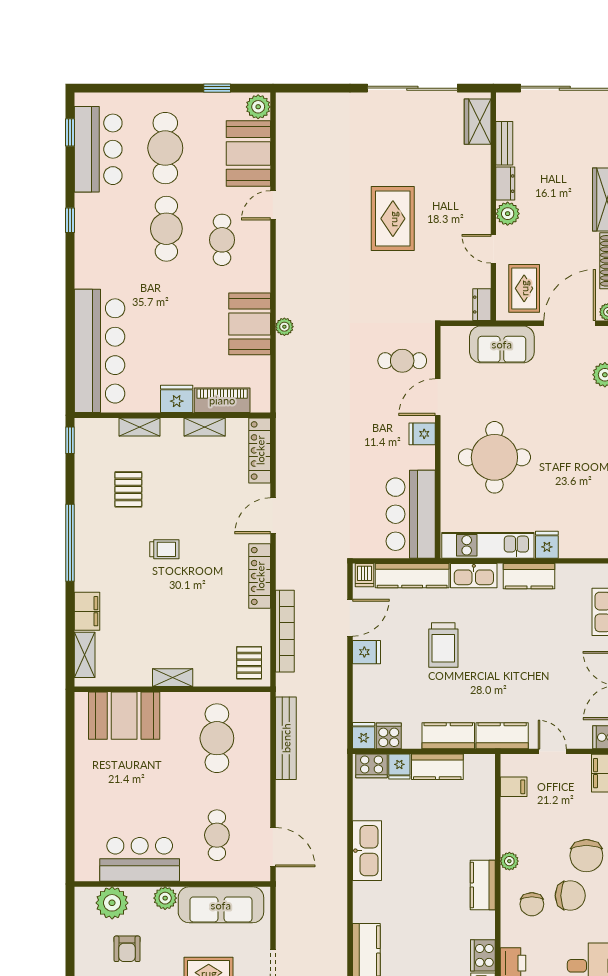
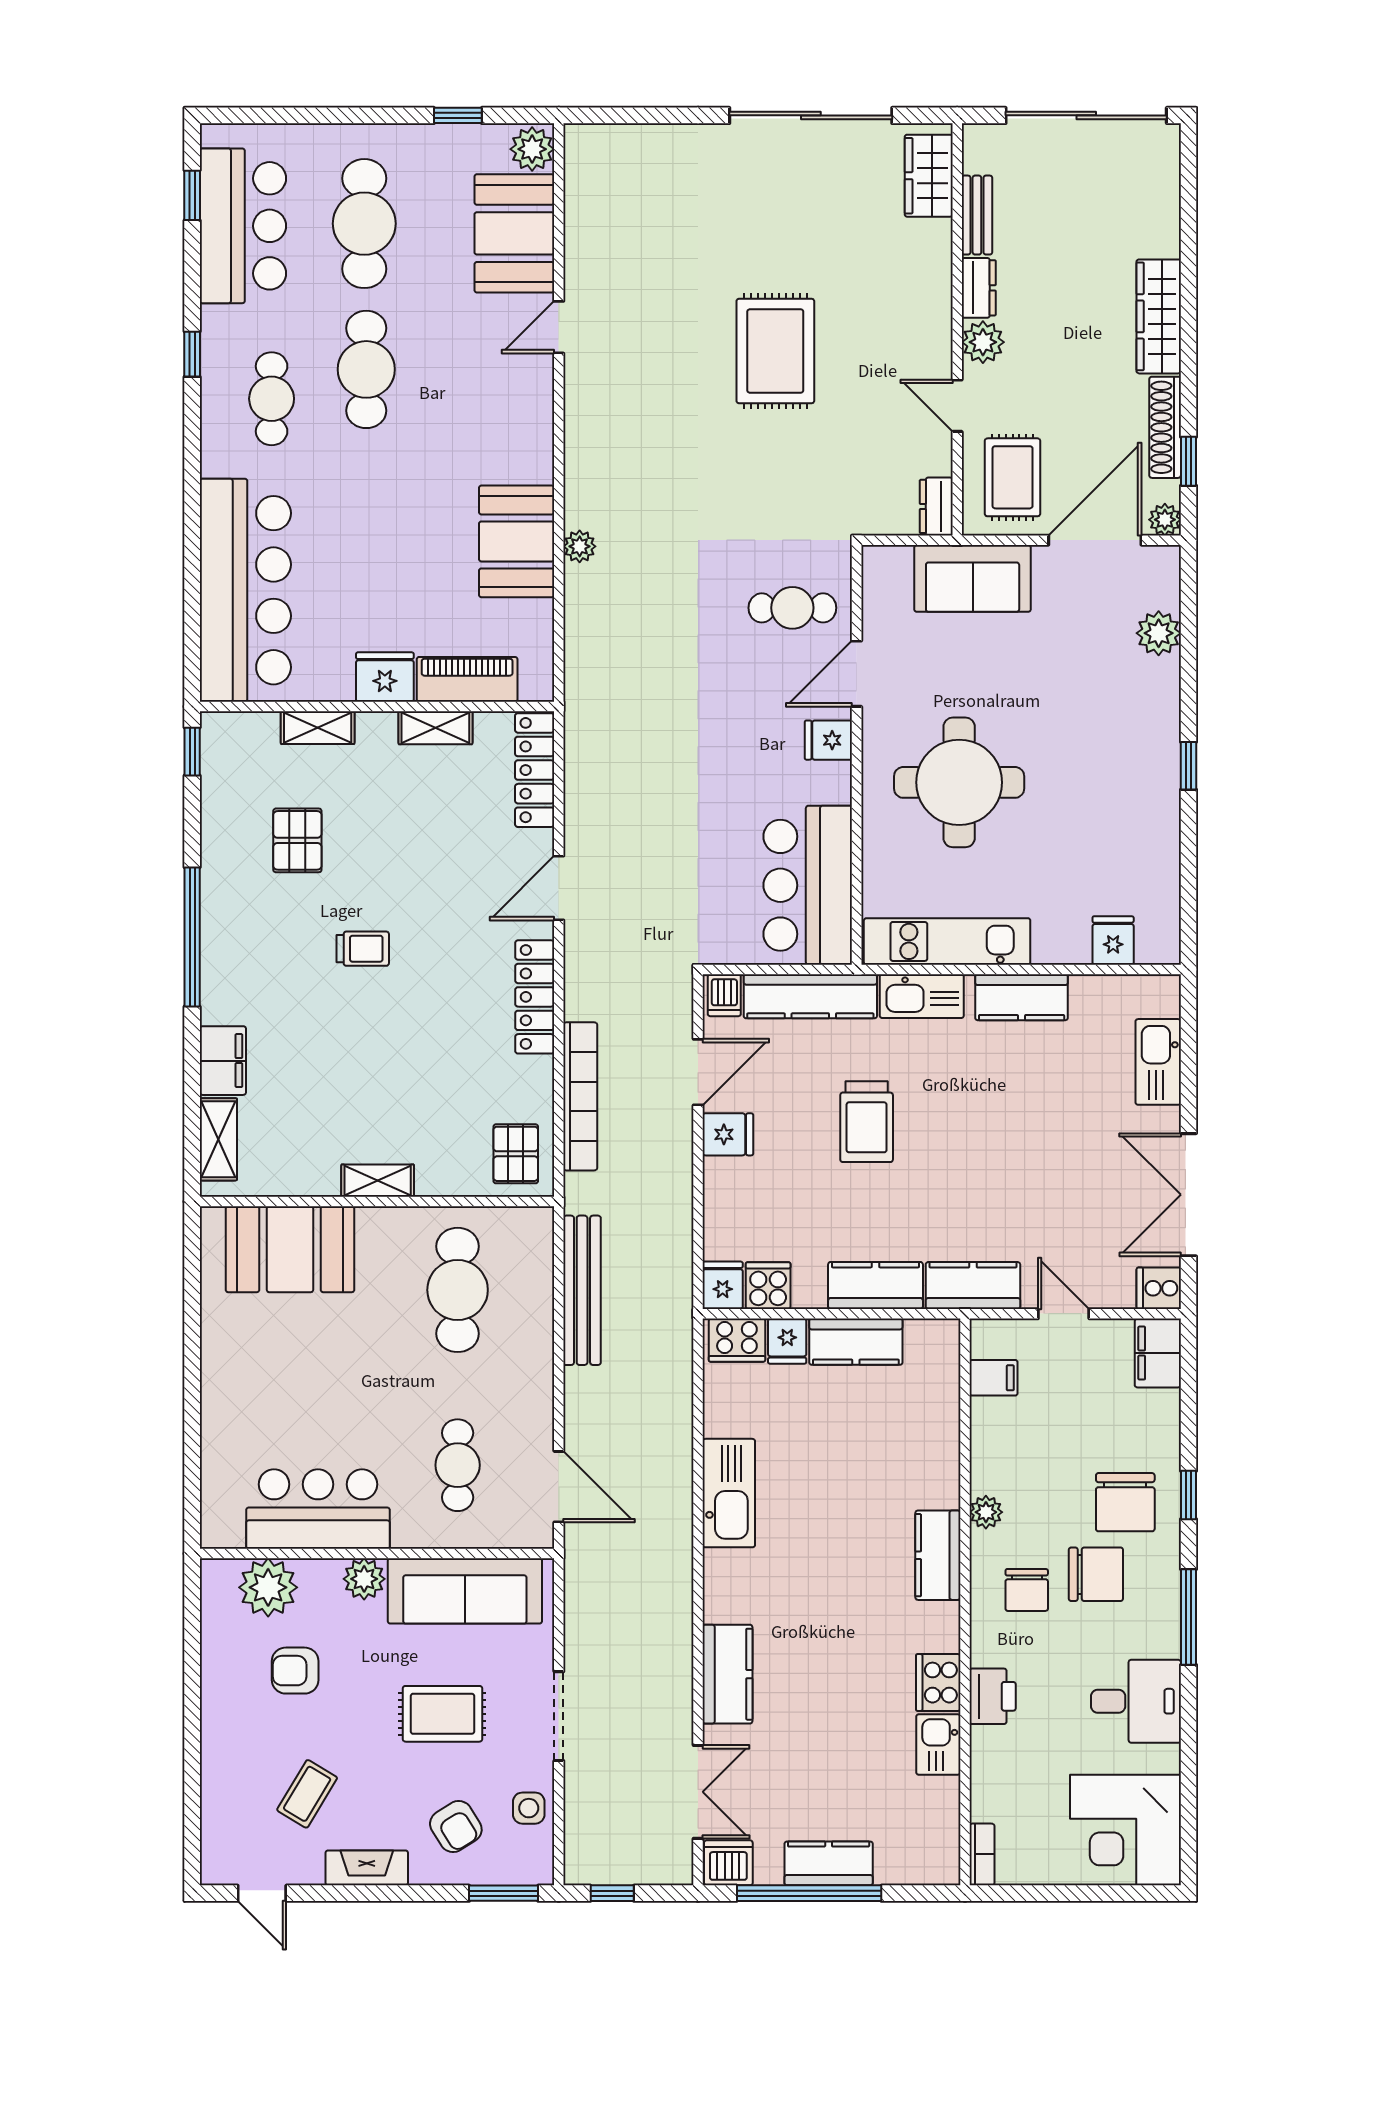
cafe table: (222, 240) -> (272, 399), moved
fridge: (547, 545) -> (1113, 940), moved
armchair: (127, 949) -> (295, 1671), turned 90

